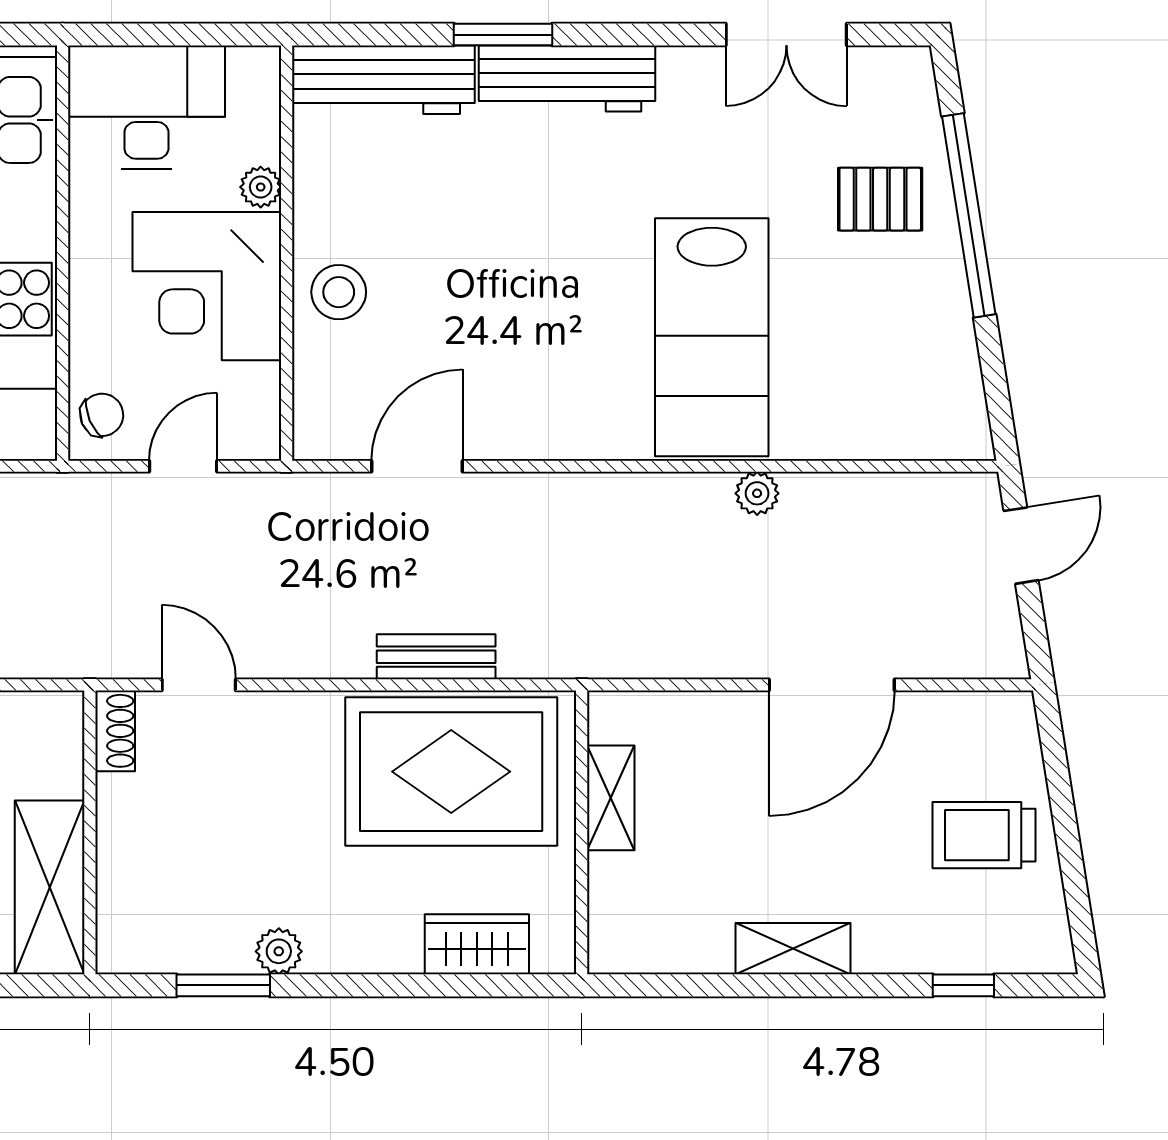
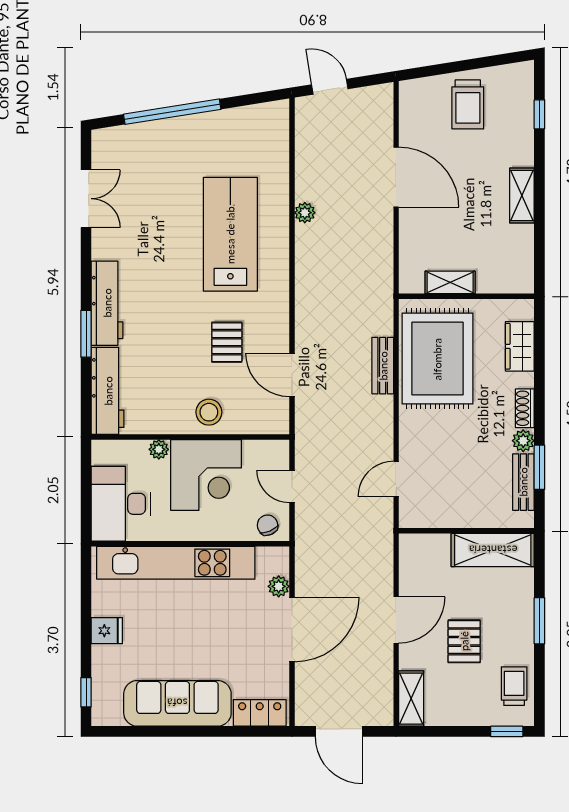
pallet: (880, 199) -> (227, 342), moved
lab bench: (712, 337) -> (230, 234), turned -90
shoe rack: (115, 731) -> (525, 408), moved, turned -90
bench: (192, 952) -> (523, 482), added

